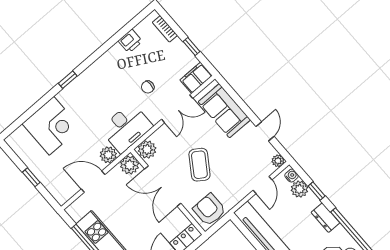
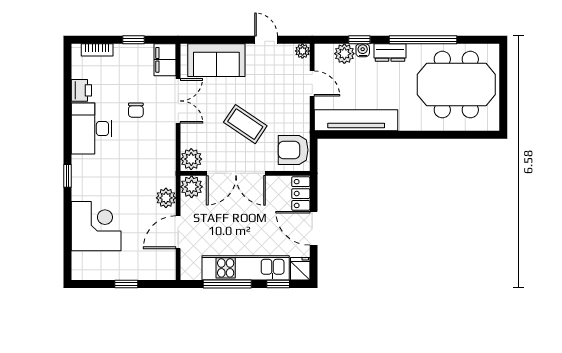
desk: (126, 128) -> (91, 129), moved, turned 180
water cooler: (292, 176) -> (363, 50), moved

